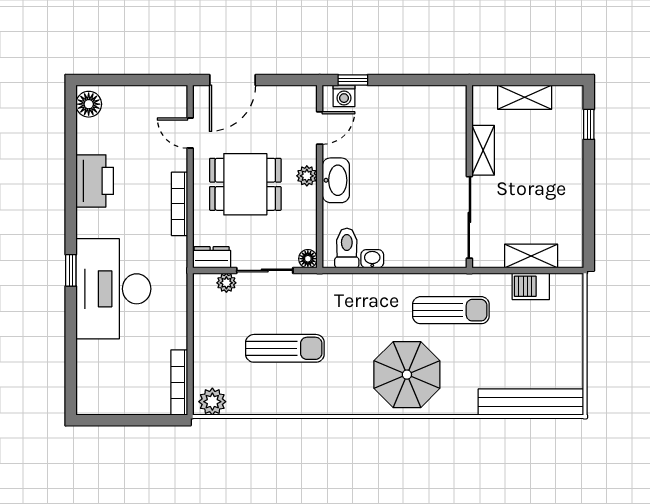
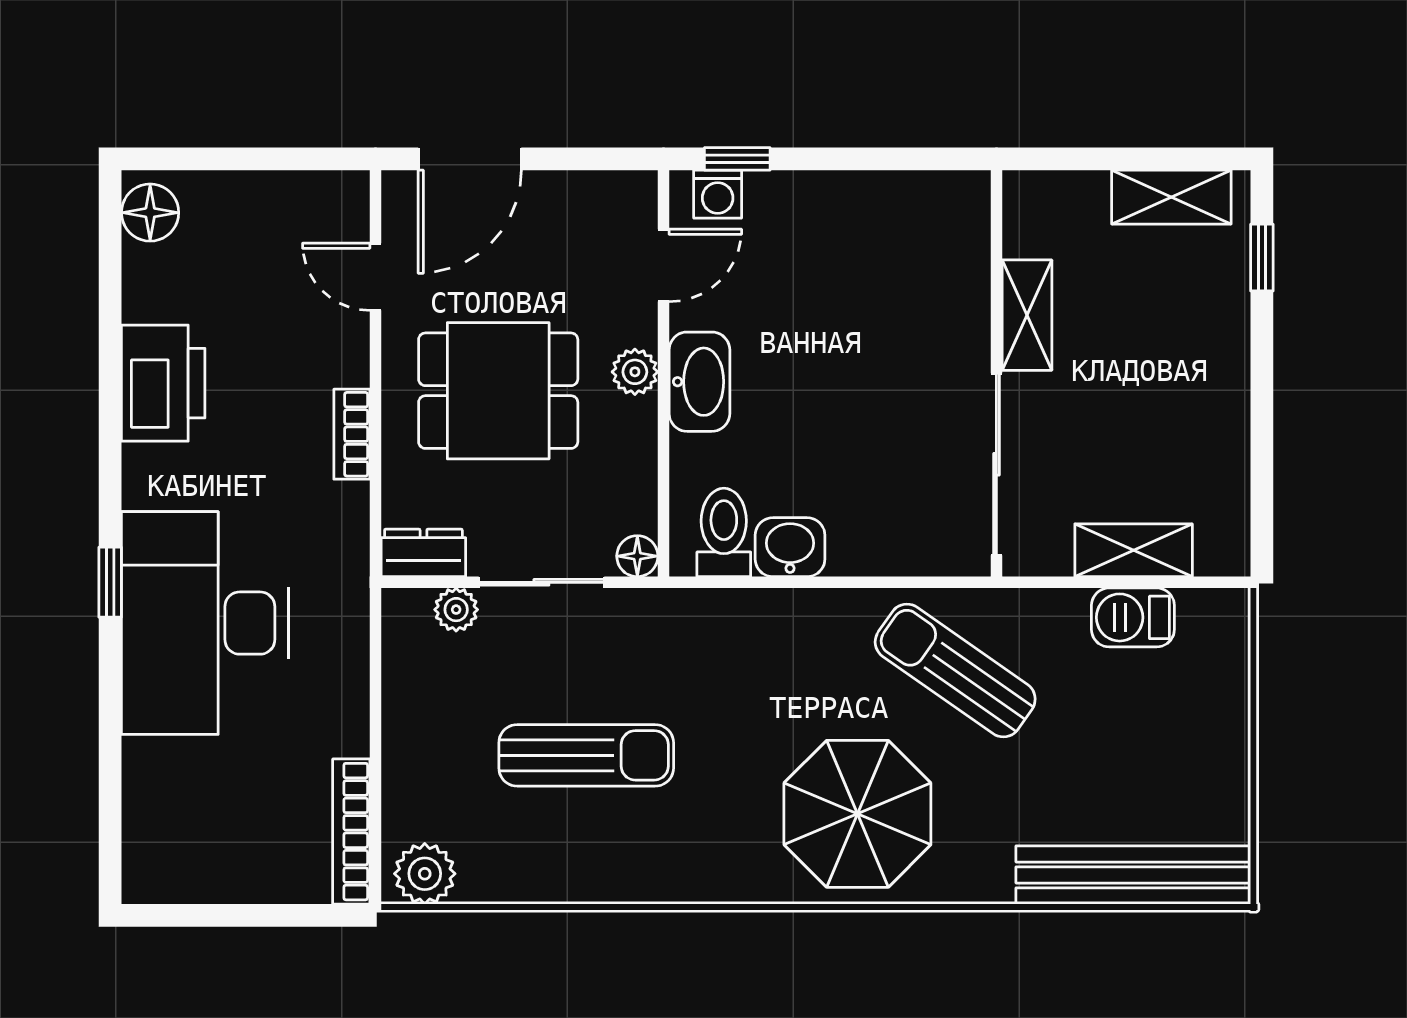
shelving: (525, 97) -> (1171, 197), moved
bookcase: (179, 204) -> (352, 434), width x0.64
washbasin: (372, 259) -> (790, 547), width x1.38, depth x1.45
sun lounger: (451, 310) -> (955, 670), turned -145

